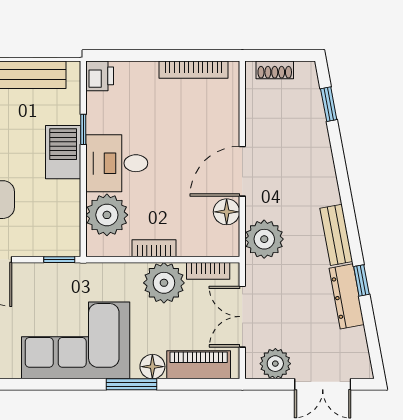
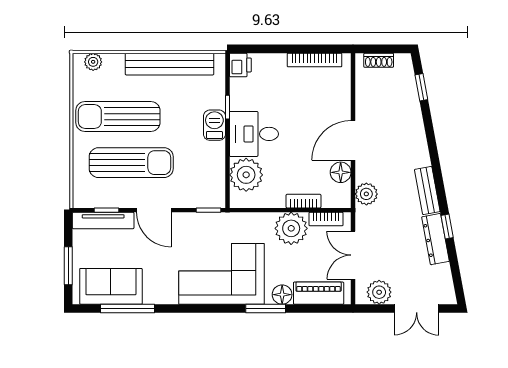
barbecue: (63, 152) -> (214, 125), width x0.73, depth x0.79
plant: (264, 239) -> (366, 194), width x0.73, depth x0.73
bookcase: (154, 248) -> (303, 201), moved

